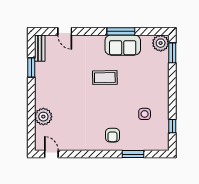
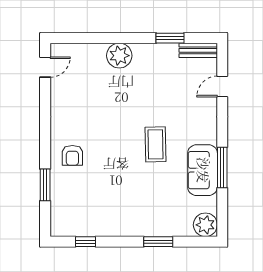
window: (172, 53) -> (158, 242), moved
side table: (145, 114) -> (103, 202), removed
plant: (43, 117) -> (119, 56), moved
armchair: (113, 135) -> (72, 155), turned -90

